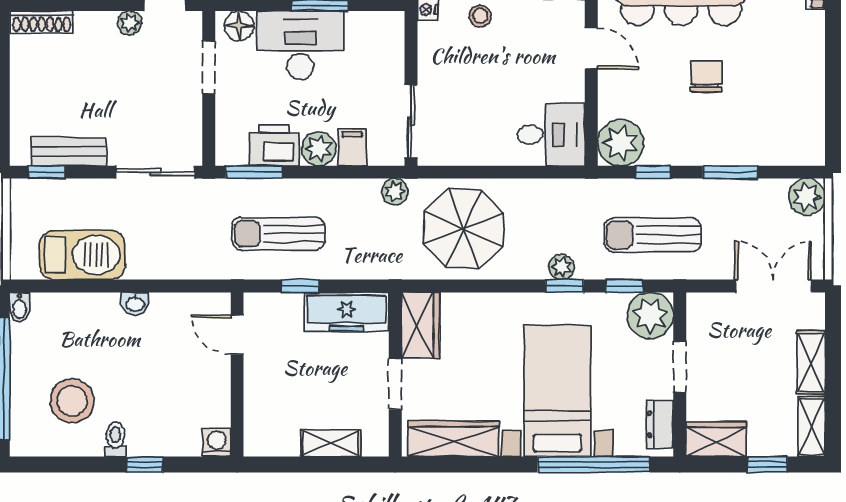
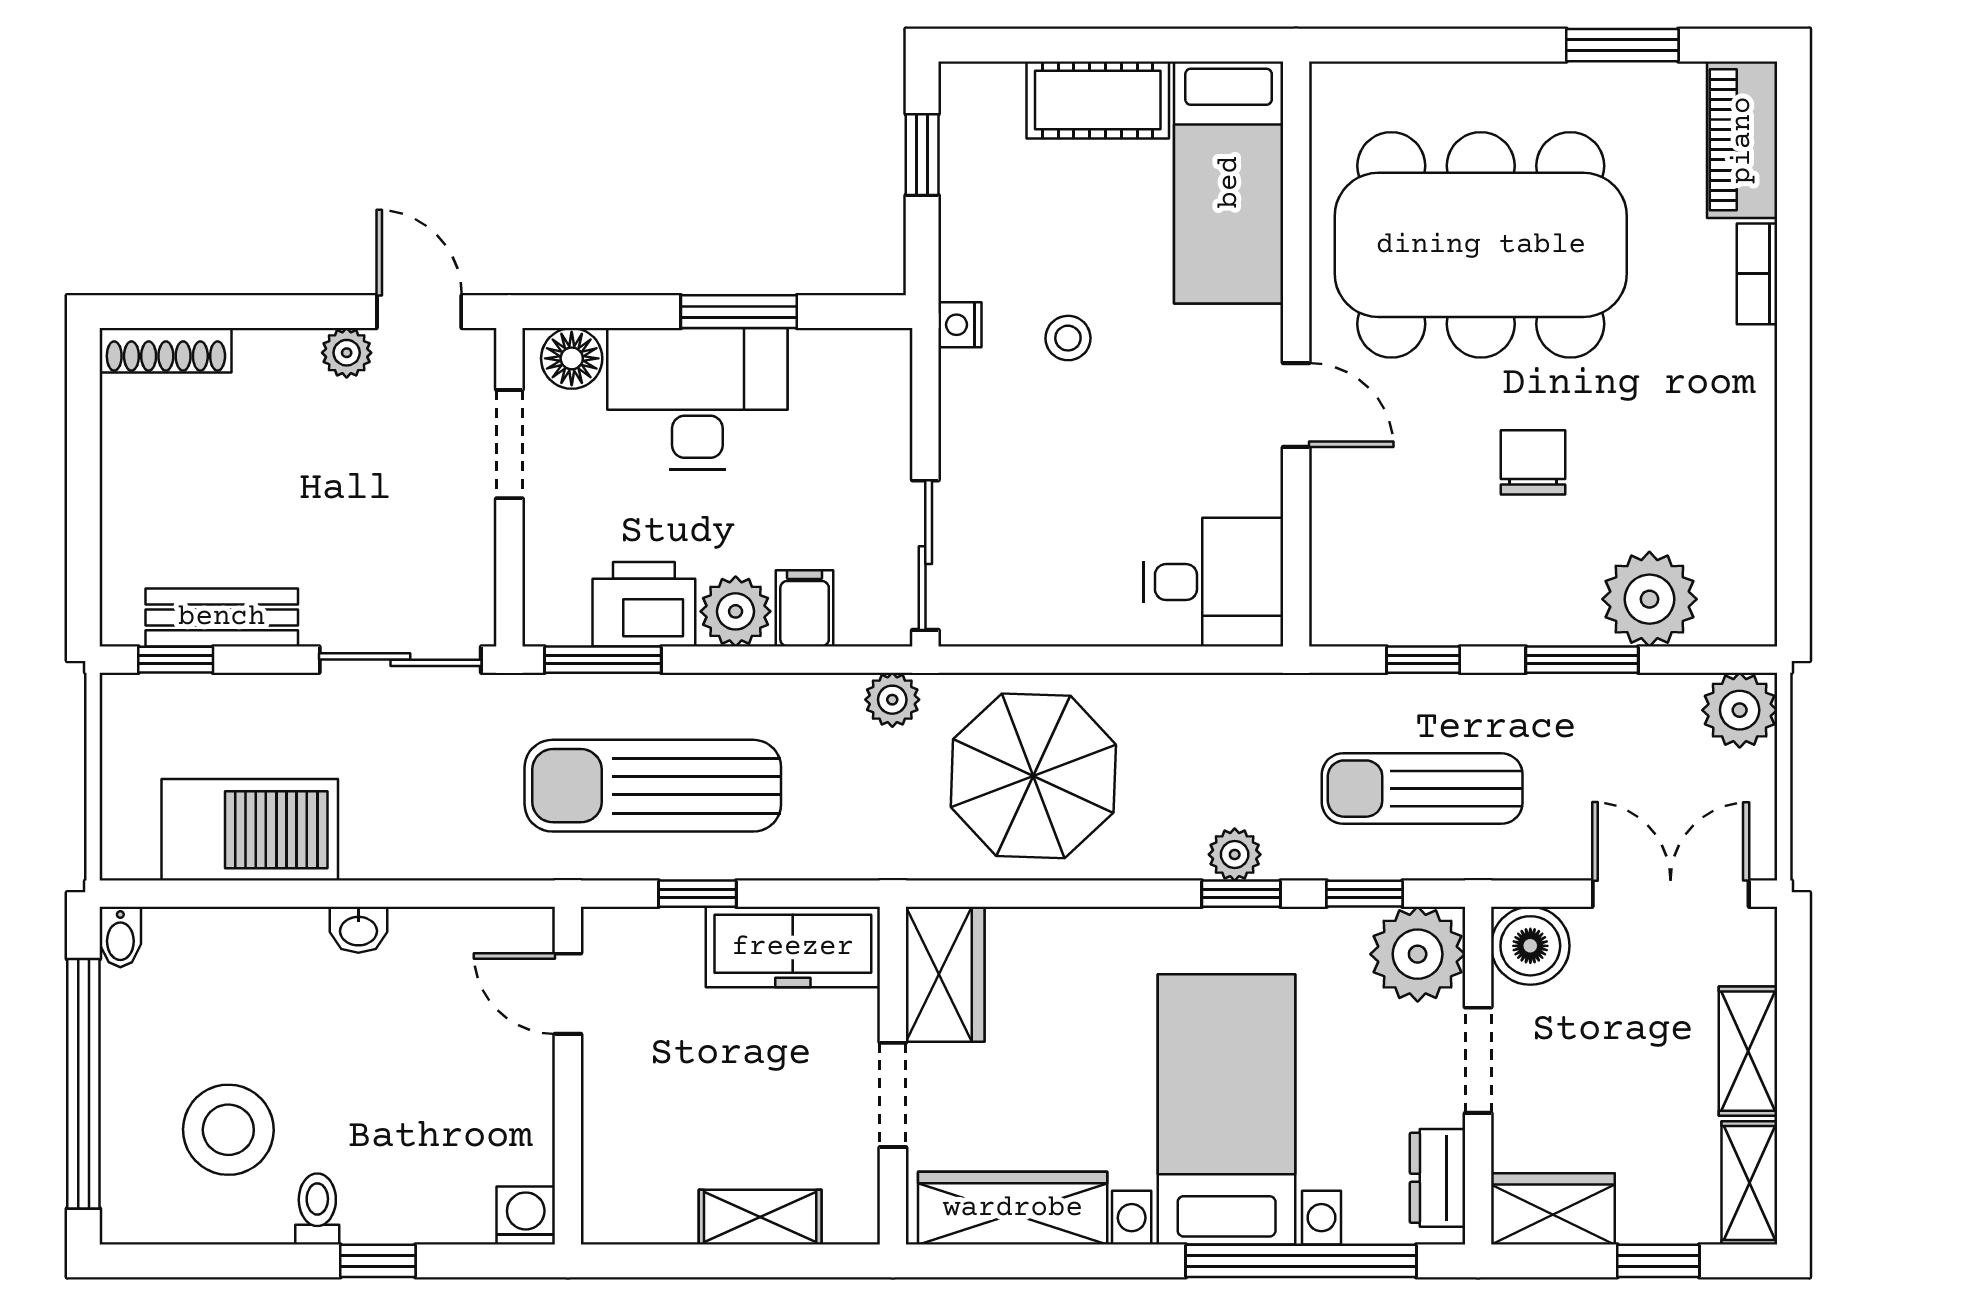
plant: (621, 143) -> (1649, 599), moved
sun lounger: (278, 234) -> (653, 786), width x1.36, depth x1.34
boiler: (705, 311) -> (1530, 946), added

